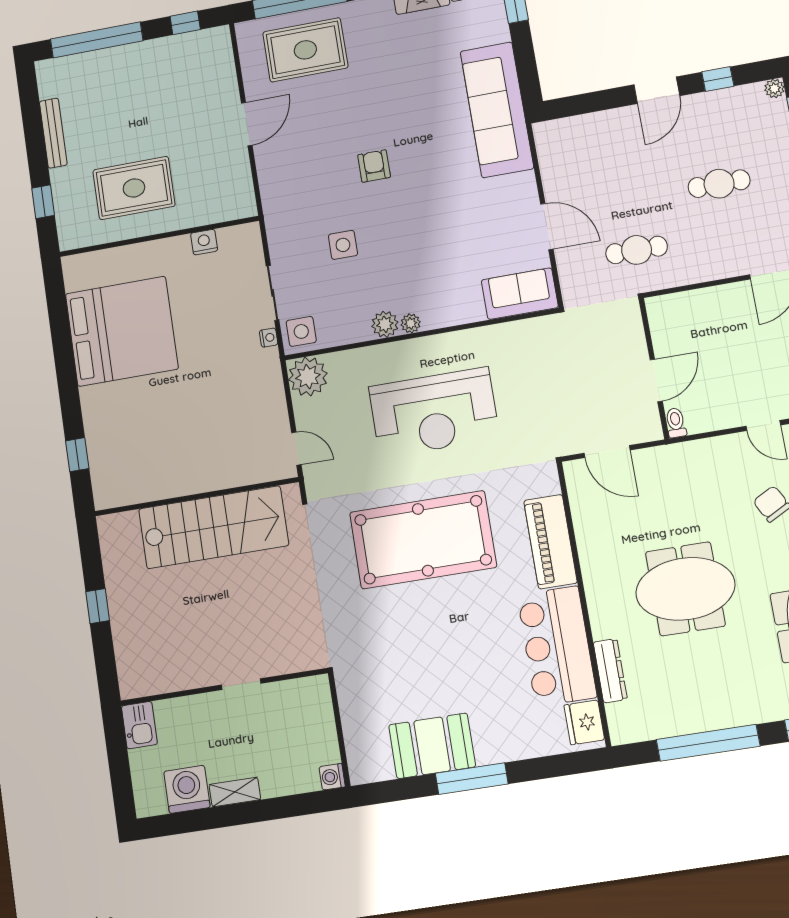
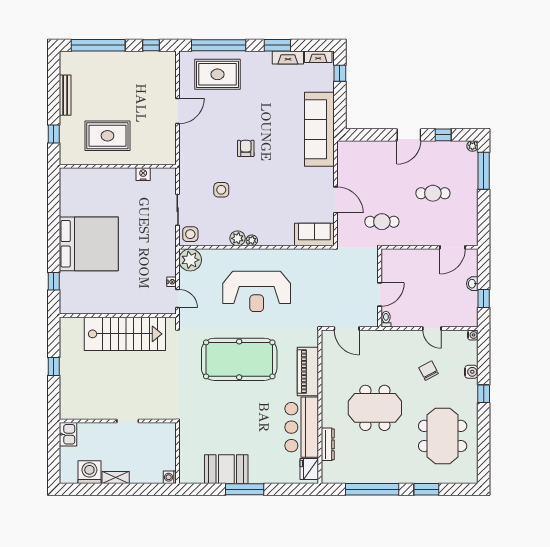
bed: (122, 331) -> (89, 244), moved
nightstand: (269, 338) -> (171, 282), moved

